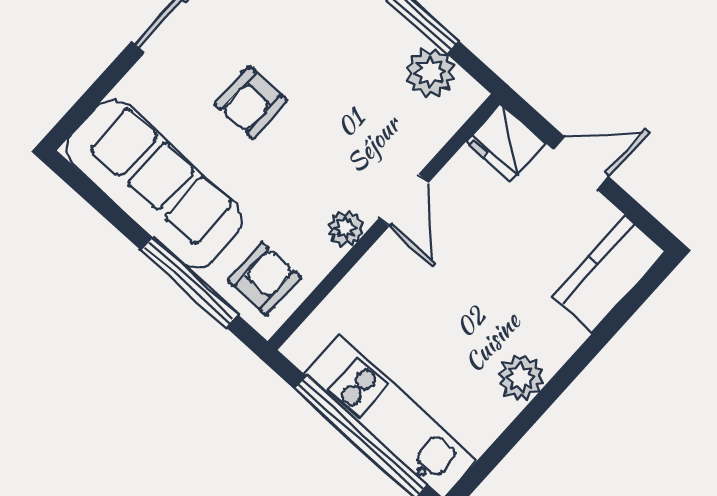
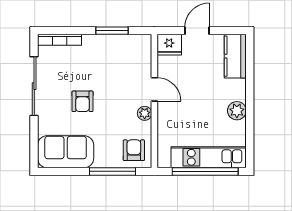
plant: (431, 73) -> (128, 44), removed
sofa: (154, 184) -> (66, 152), width x0.73

